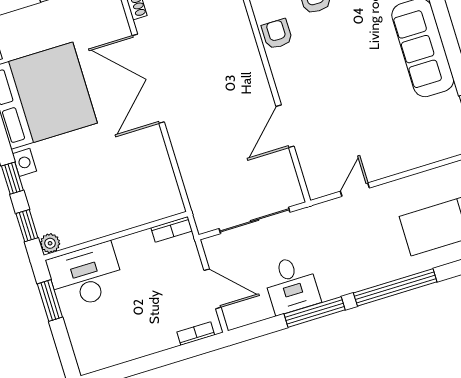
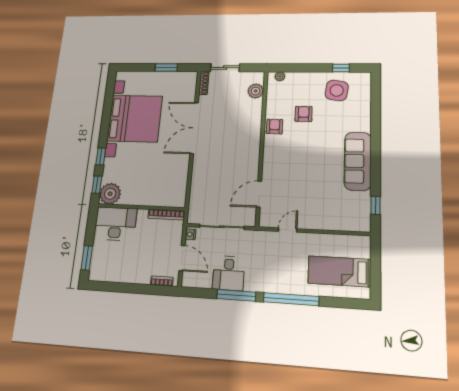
door: (285, 126) -> (259, 194), moved
bookcase: (172, 229) -> (166, 215), width x1.56
plant: (50, 243) -> (110, 194), width x1.88, depth x1.88
nightstand: (211, 249) -> (190, 234), added
window: (50, 301) -> (87, 258), moved

